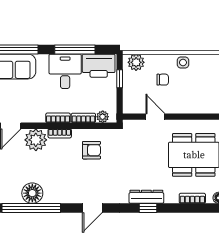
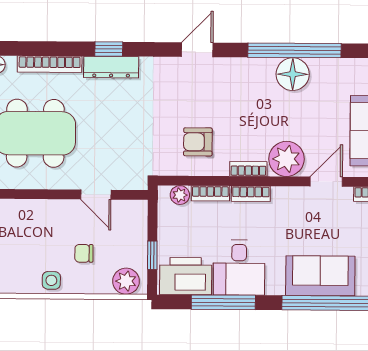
bookcase: (192, 198) -> (50, 64), width x1.56

